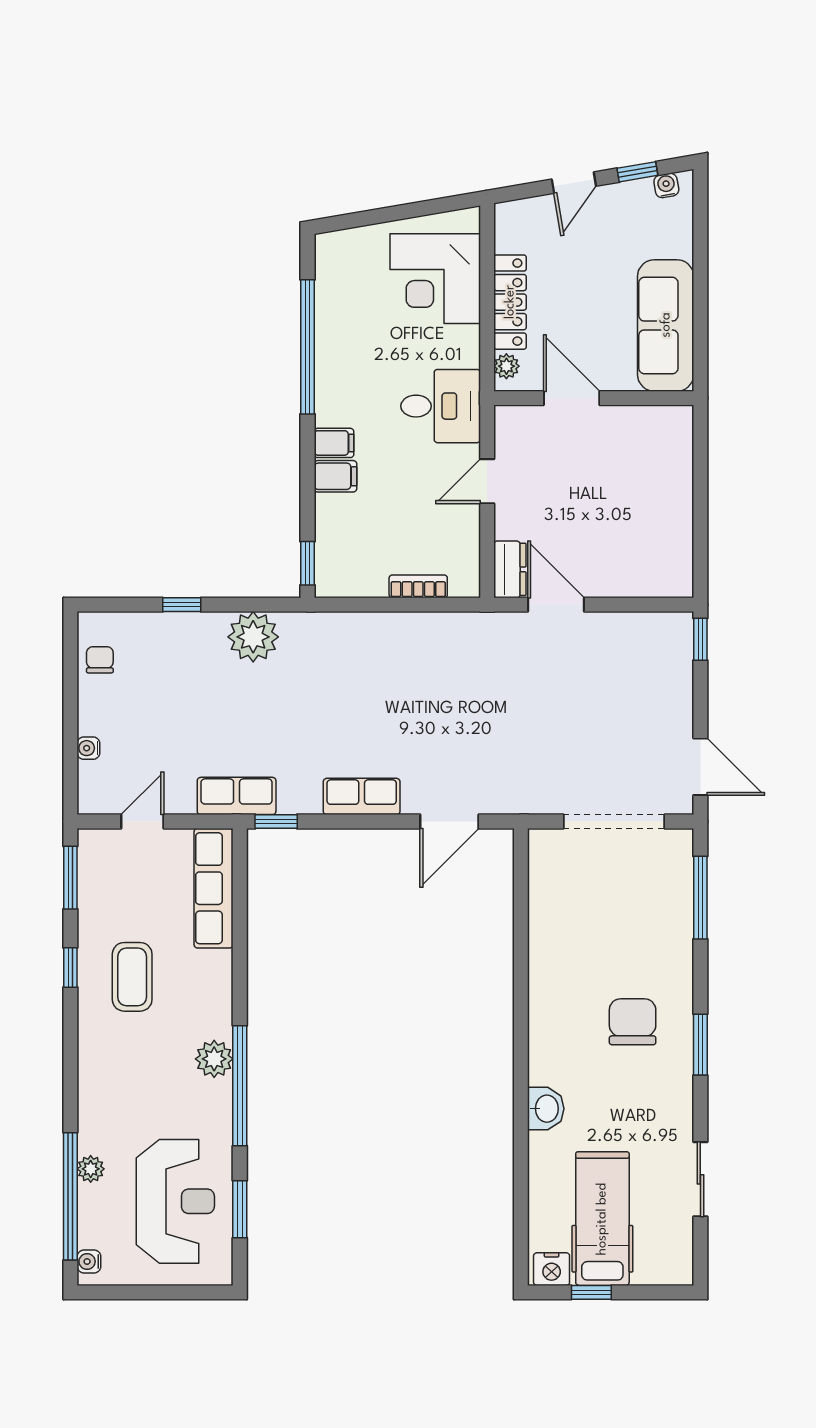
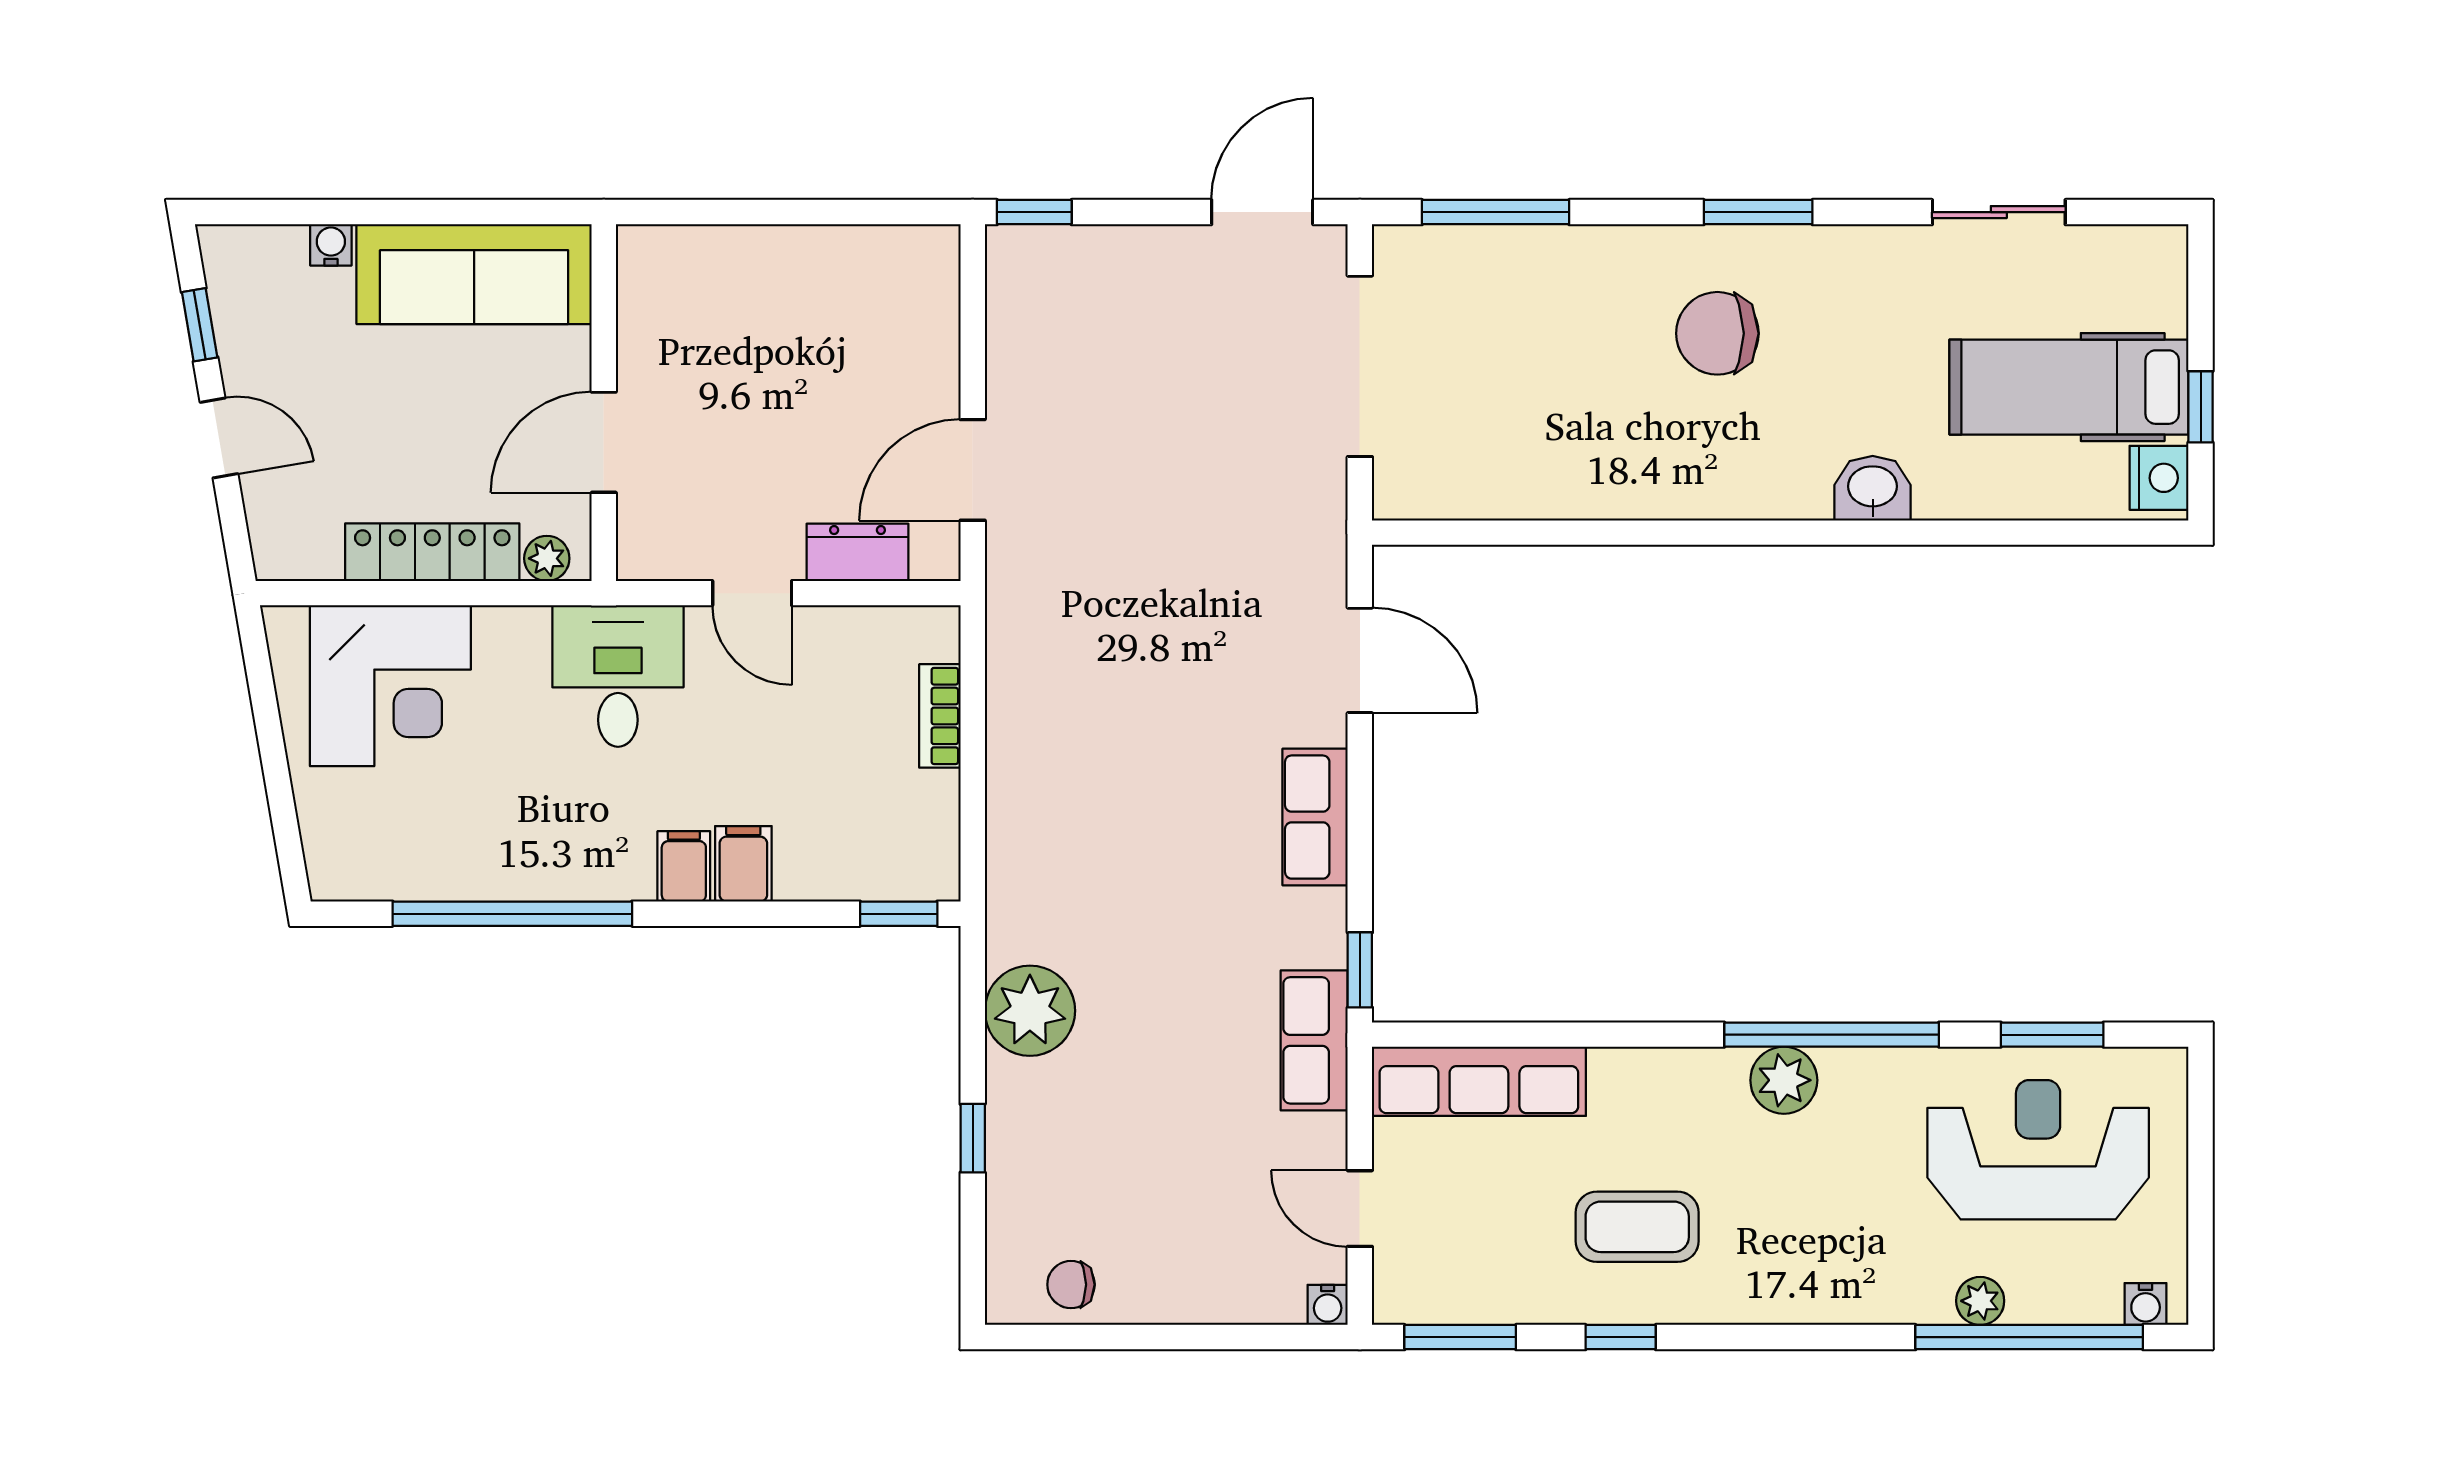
water cooler: (666, 185) -> (331, 245), moved, turned 100
dresser: (510, 569) -> (858, 552), moved
water cooler: (88, 748) -> (1328, 1305), moved

